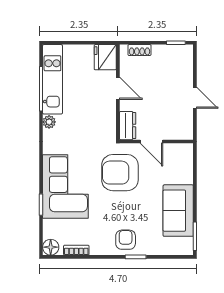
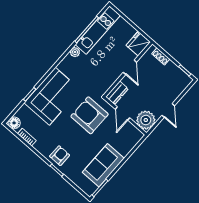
plant: (181, 127) -> (146, 120), added

